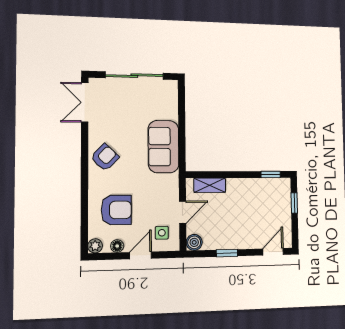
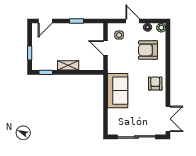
armchair: (105, 157) -> (155, 84), turned 136
shelving: (210, 185) -> (68, 65), moved
door: (183, 212) -> (106, 48), hinge flipped
boiler: (194, 242) -> (98, 28), removed
door: (141, 255) -> (133, 21), swing flipped

